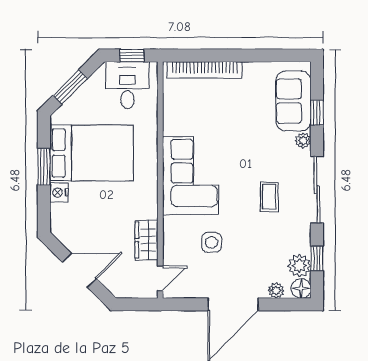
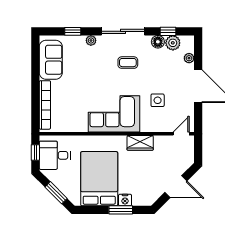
sofa: (293, 101) -> (51, 60), moved, turned -90
window: (44, 167) -> (121, 210), moved
wardrobe: (146, 240) -> (140, 143), moved
door: (79, 270) -> (176, 187), swing flipped
door: (160, 278) -> (181, 134), hinge flipped
floor lamp: (301, 288) -> (158, 42), moved

